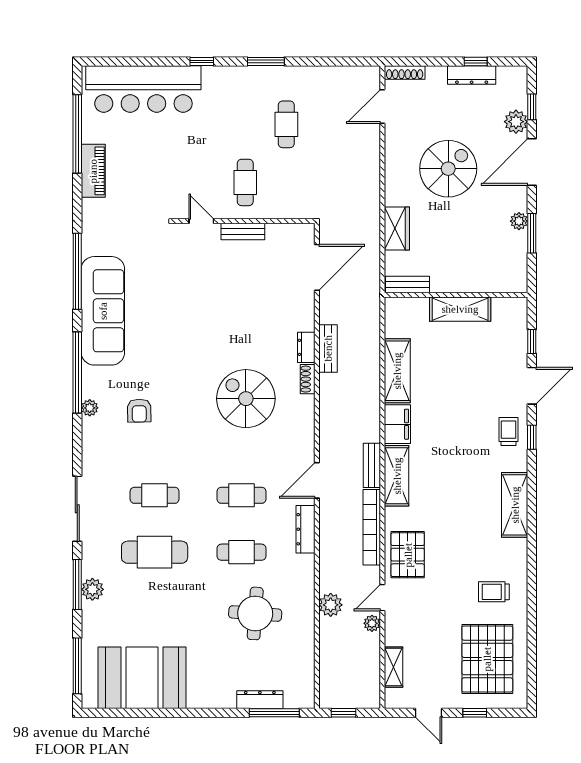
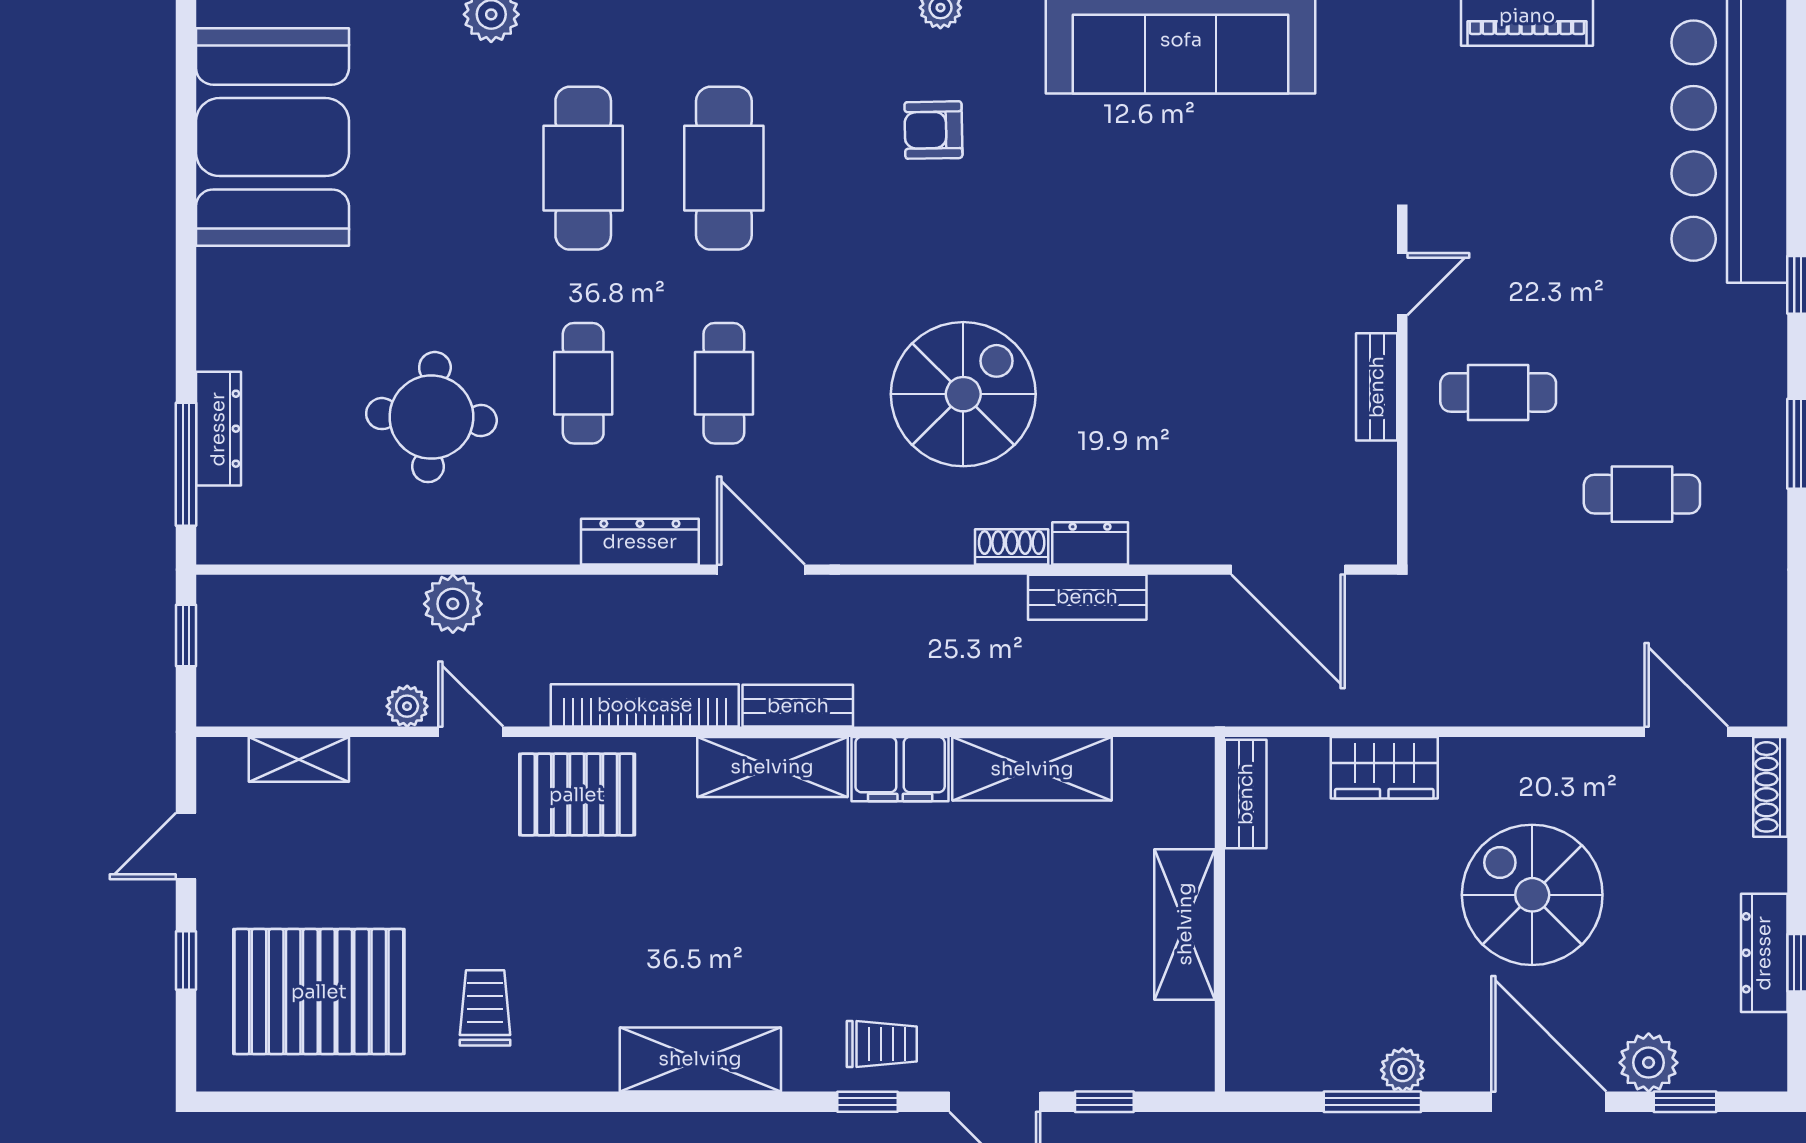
spiral stairs: (448, 169) -> (1532, 895), turned 180
cafe table: (155, 495) -> (724, 168), width x1.37, depth x1.35

